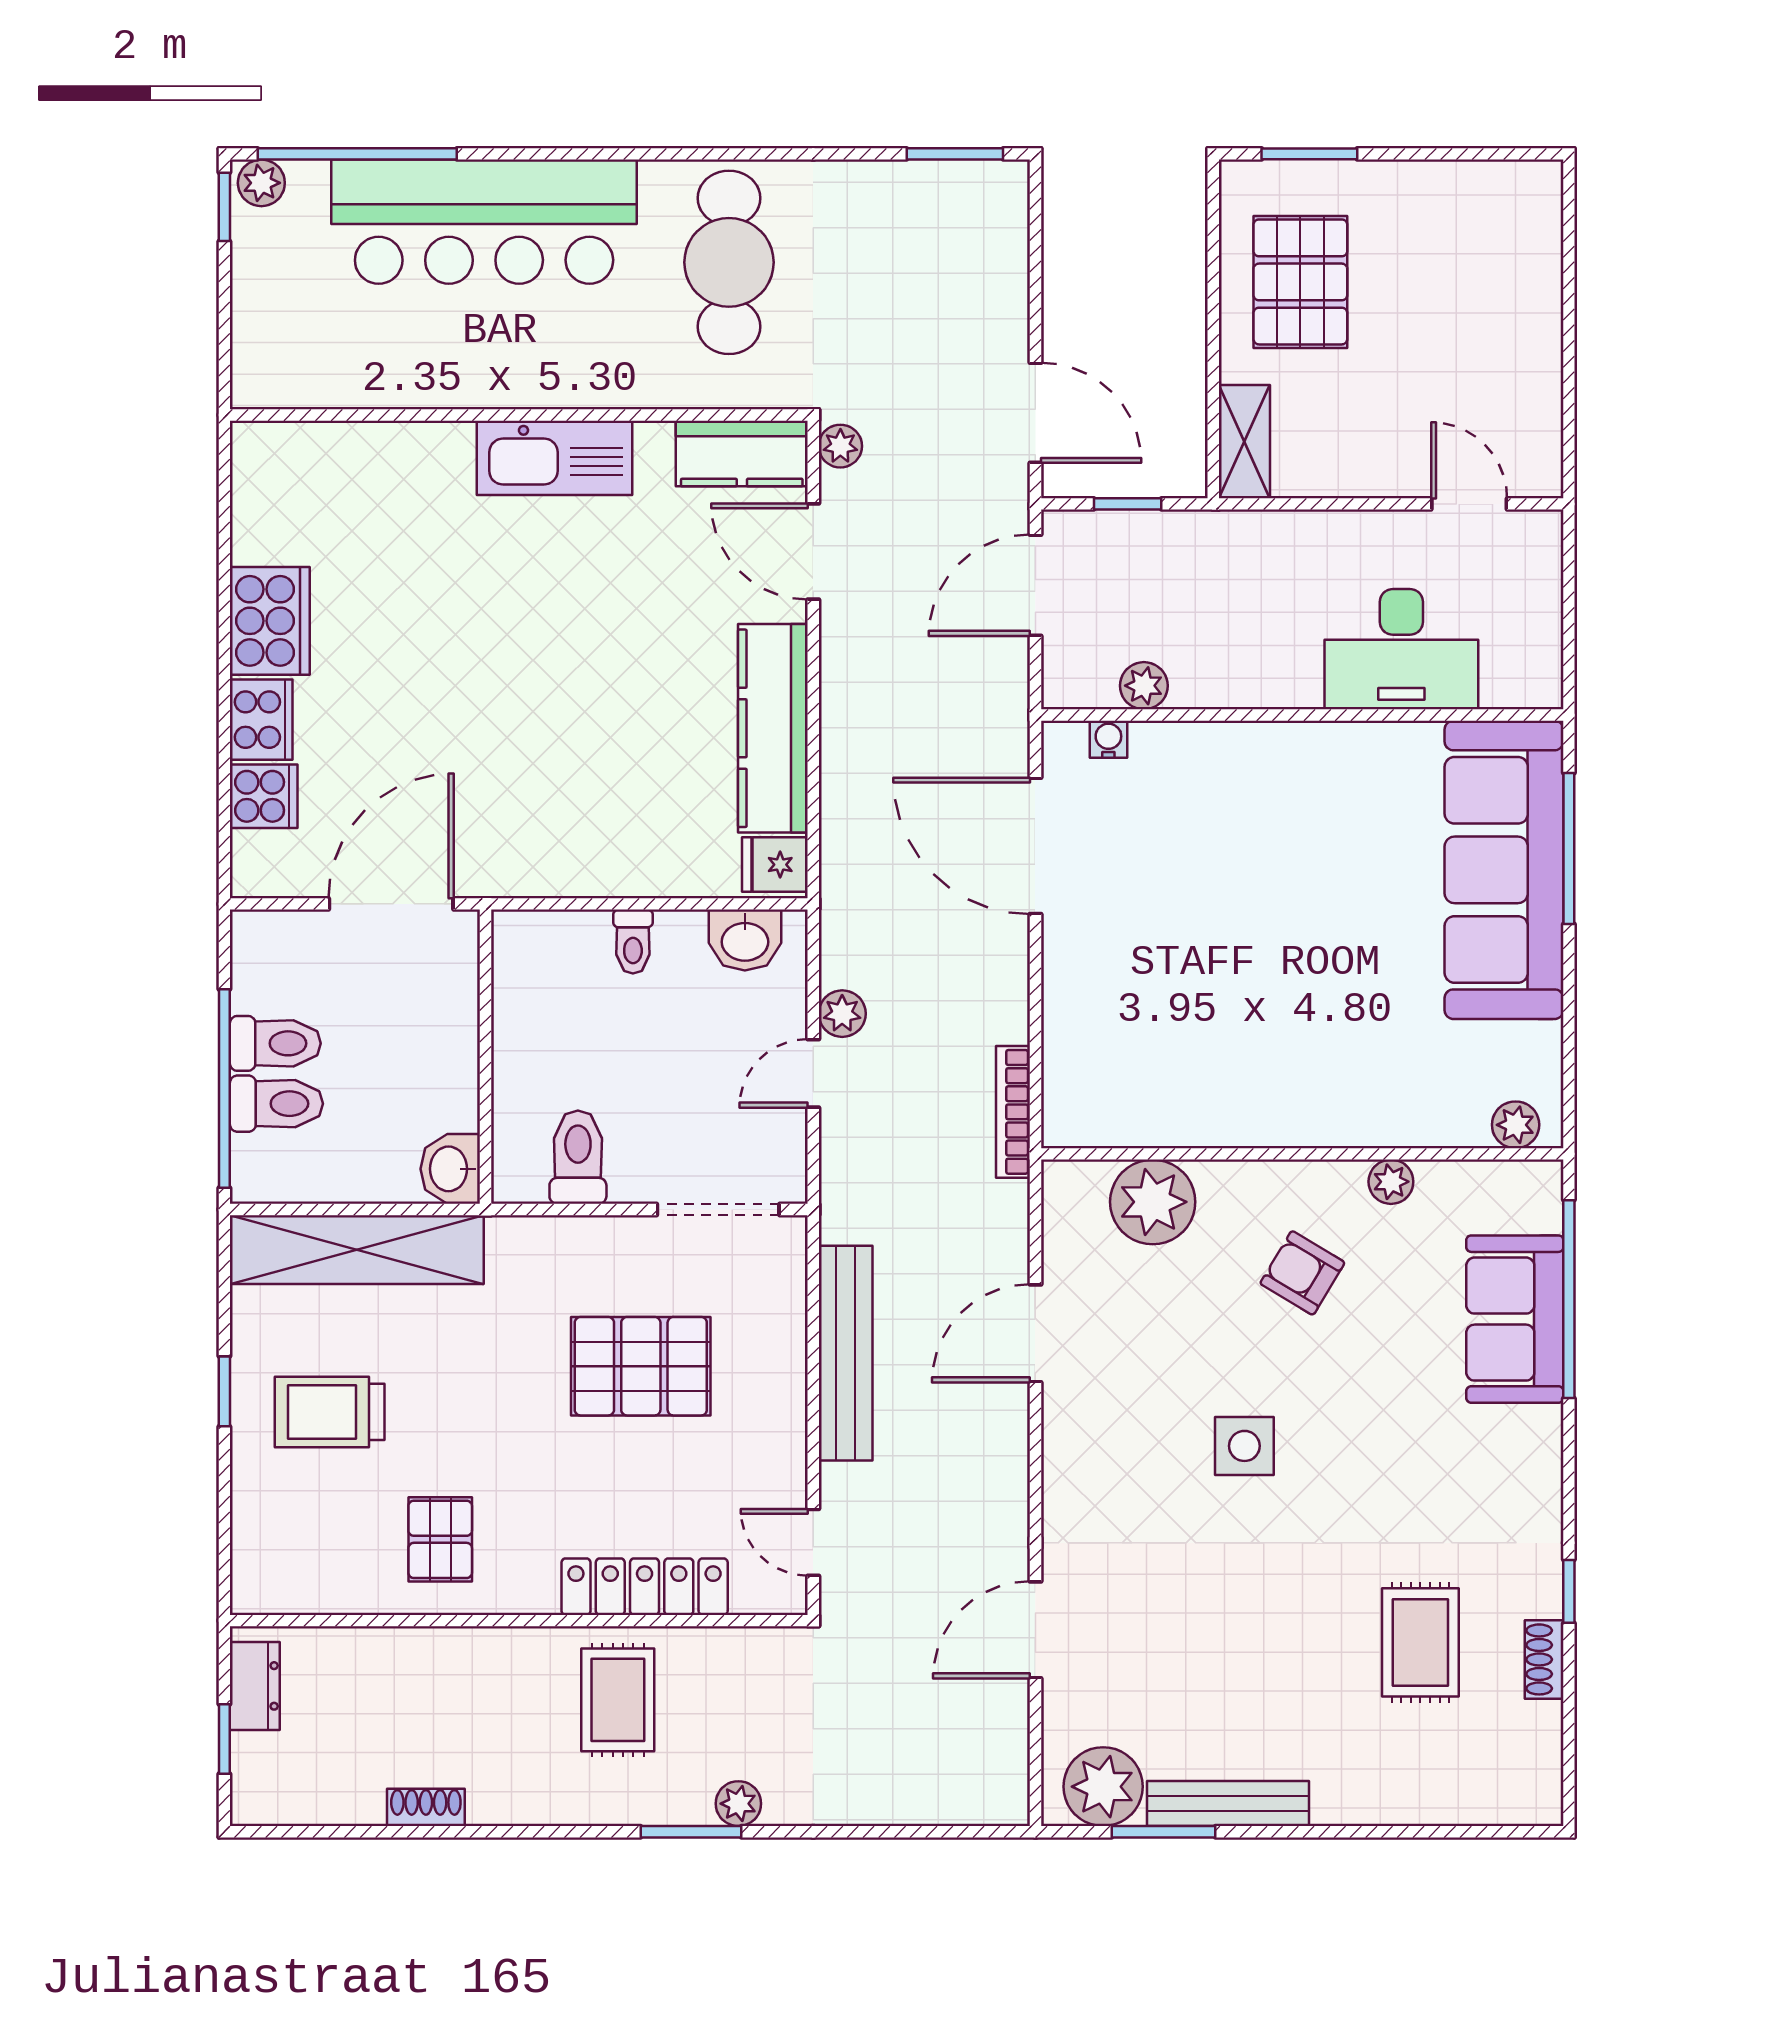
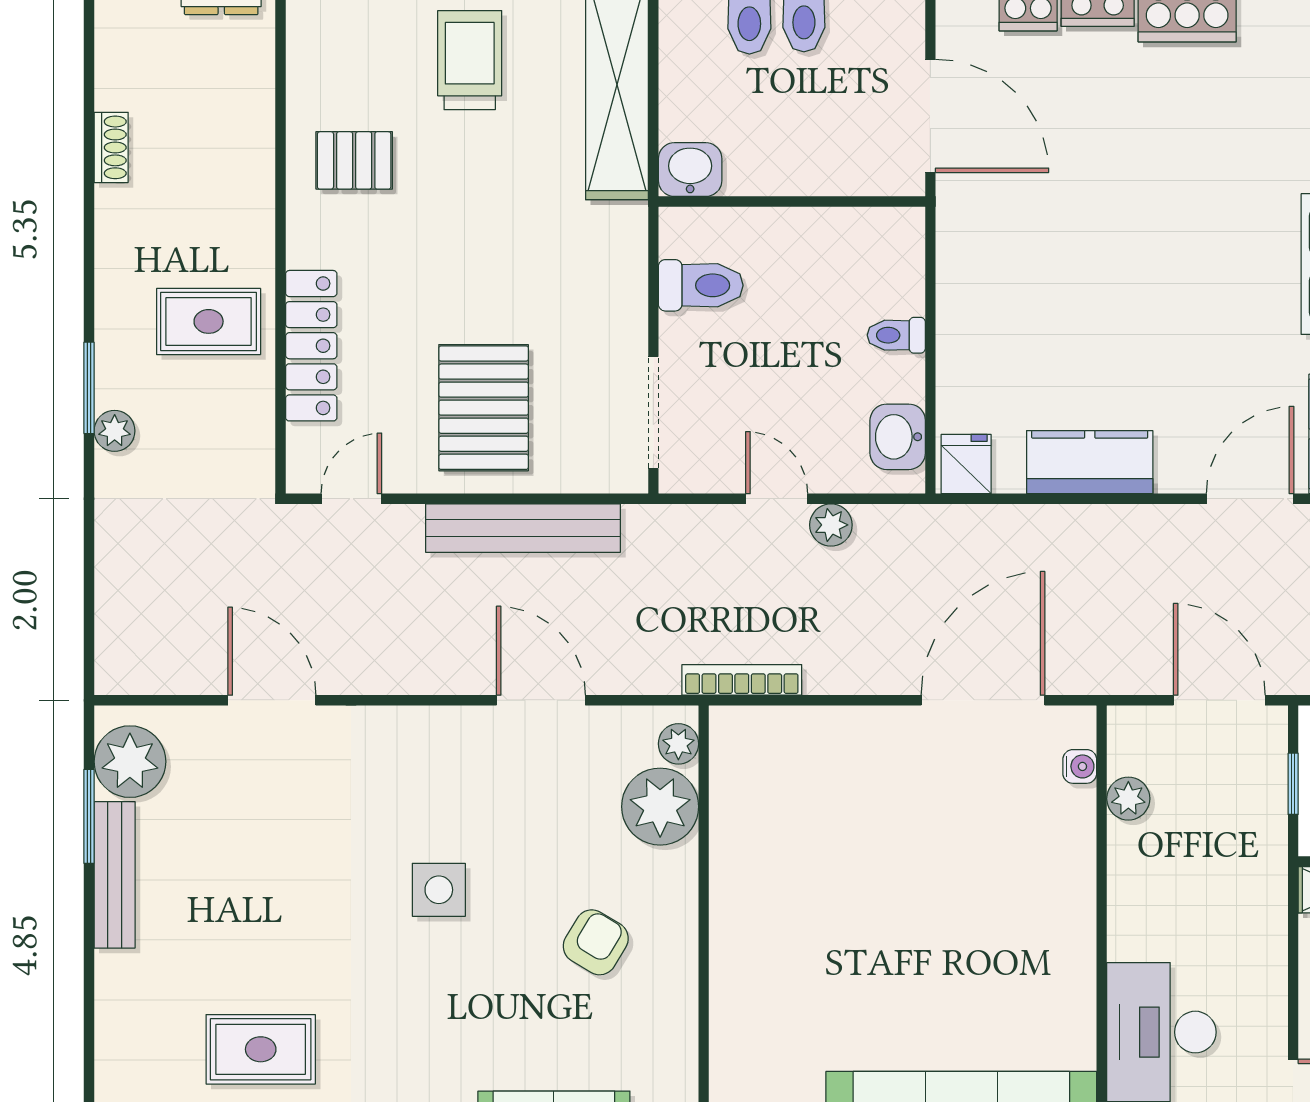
kitchen counter: (773, 728) -> (1090, 462), width x0.67
plant: (1391, 1182) -> (678, 744), moved
pallet: (641, 1366) -> (484, 408), moved

